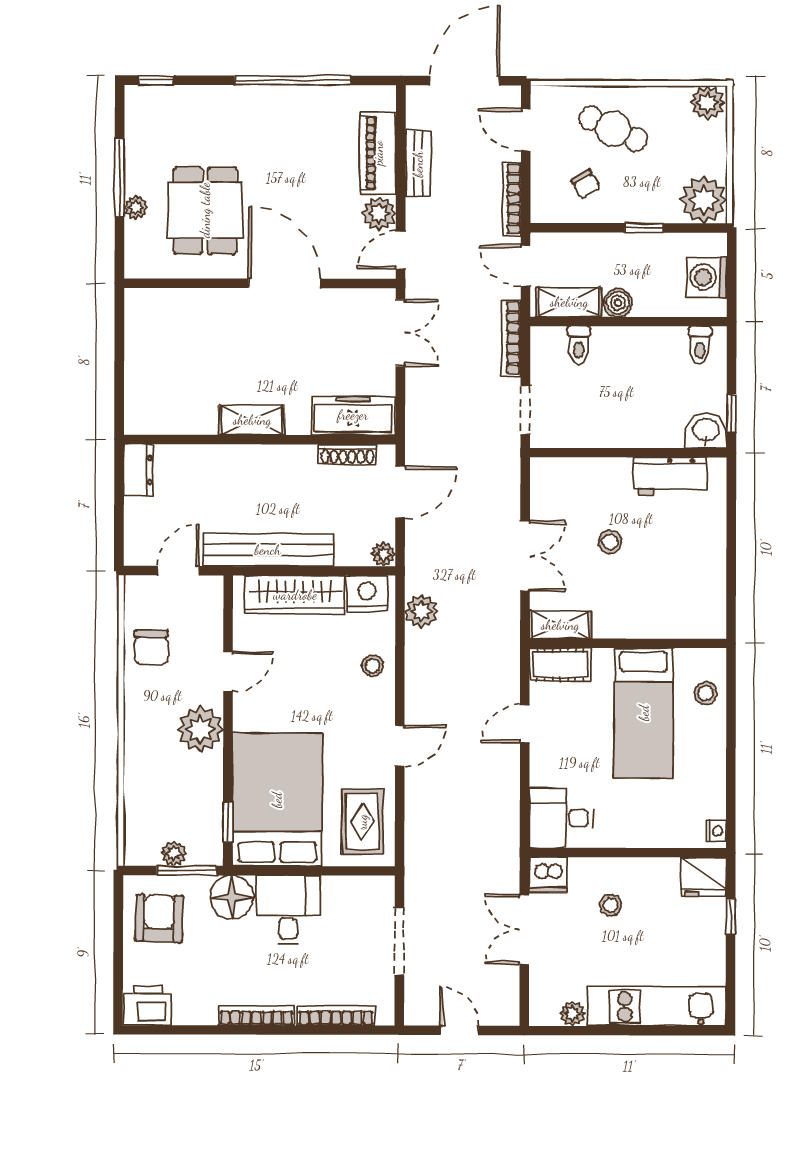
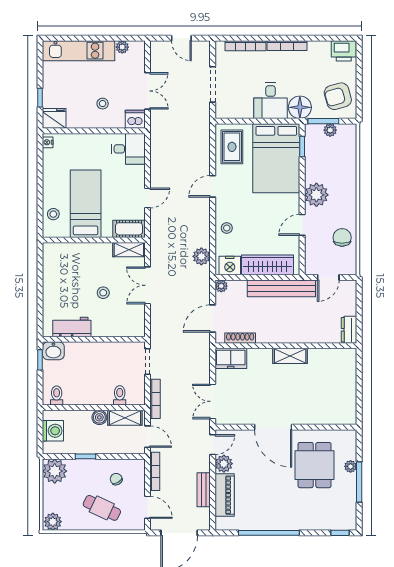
freezer: (353, 415) -> (231, 358), width x0.71
armchair: (159, 918) -> (338, 96), turned 72

